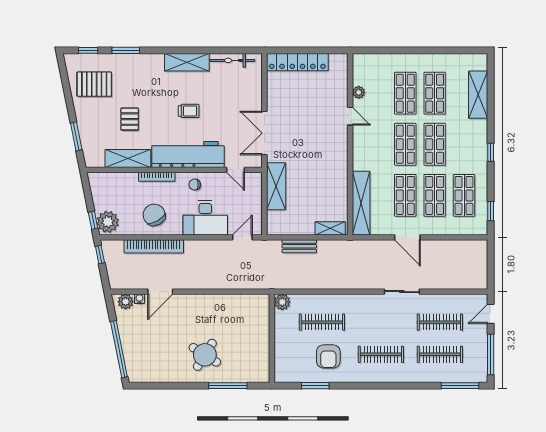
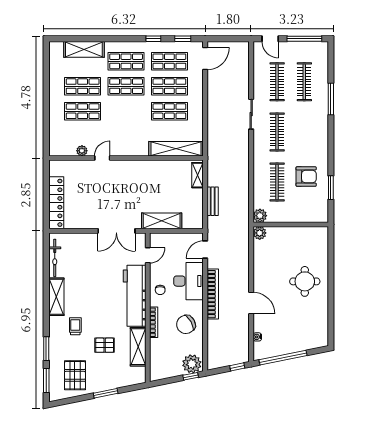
window: (88, 50) -> (46, 381), width x1.50
trolley: (189, 111) -> (75, 326), moved
window: (76, 136) -> (106, 393), moved
shop shelf: (405, 144) -> (126, 61), moved
window: (491, 152) -> (153, 39), moved
door: (242, 237) -> (205, 250), hinge flipped
door: (407, 237) -> (205, 59), moved
bookcase: (154, 246) -> (213, 294), moved
window: (100, 254) -> (237, 367), moved
door: (160, 292) -> (251, 303), moved
plant: (126, 302) -> (260, 233), moved
window: (119, 349) -> (283, 358), moved
clothes rail: (381, 354) -> (277, 132), moved
round table: (205, 355) -> (305, 281), turned -32
window: (228, 386) -> (331, 262), removed
window: (460, 386) -> (331, 99), moved

